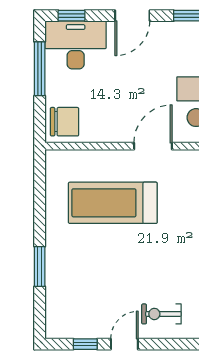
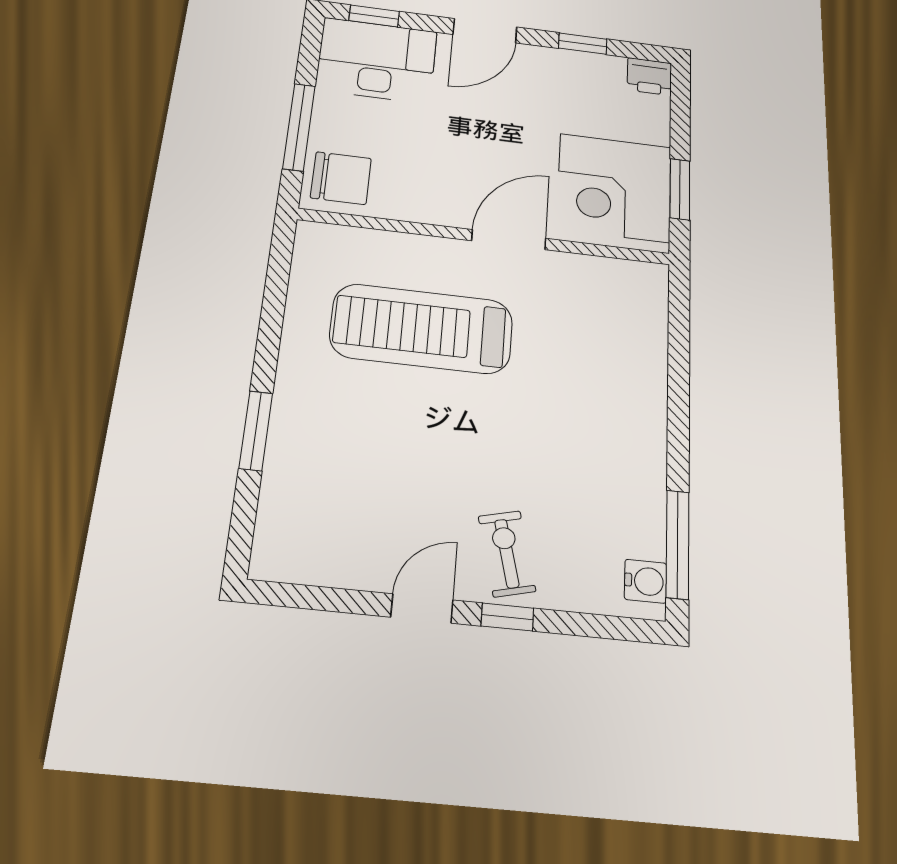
window: (40, 69) -> (299, 127), moved
exercise bike: (161, 314) -> (507, 554), turned 76
window: (85, 344) -> (507, 617), moved

